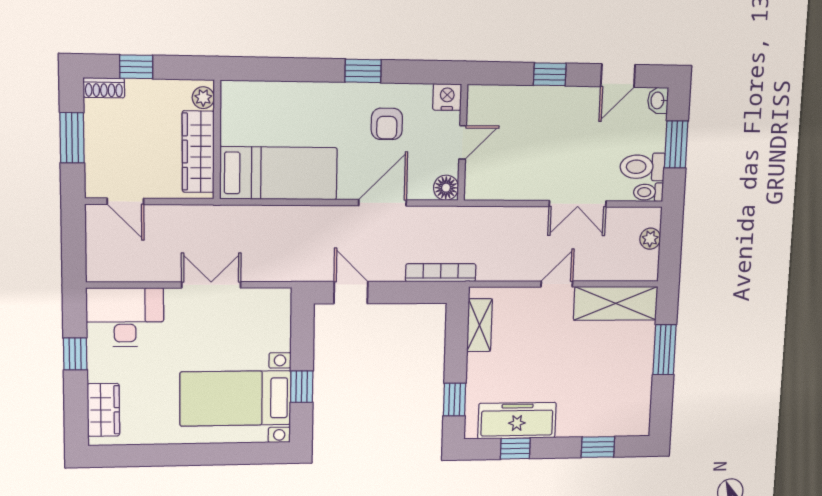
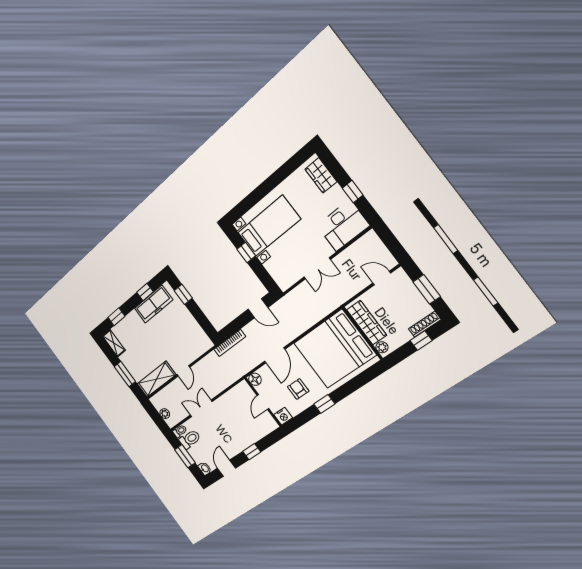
shoe rack: (104, 88) -> (425, 324), width x1.43
bed: (279, 173) -> (335, 349), width x2.04
shelving: (479, 325) -> (114, 343), moved

